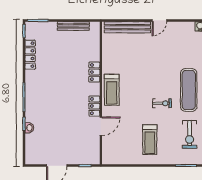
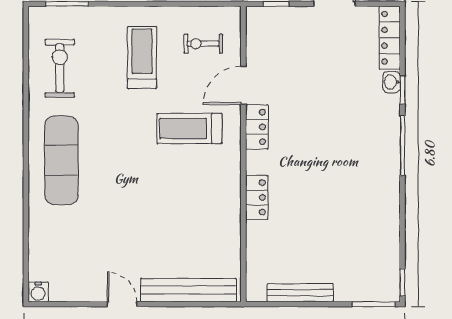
door: (159, 20) -> (122, 304), hinge flipped
locker: (30, 55) -> (390, 38), moved
treadmill: (112, 90) -> (190, 128), moved, turned -90
exercise bike: (162, 103) -> (203, 44), moved

